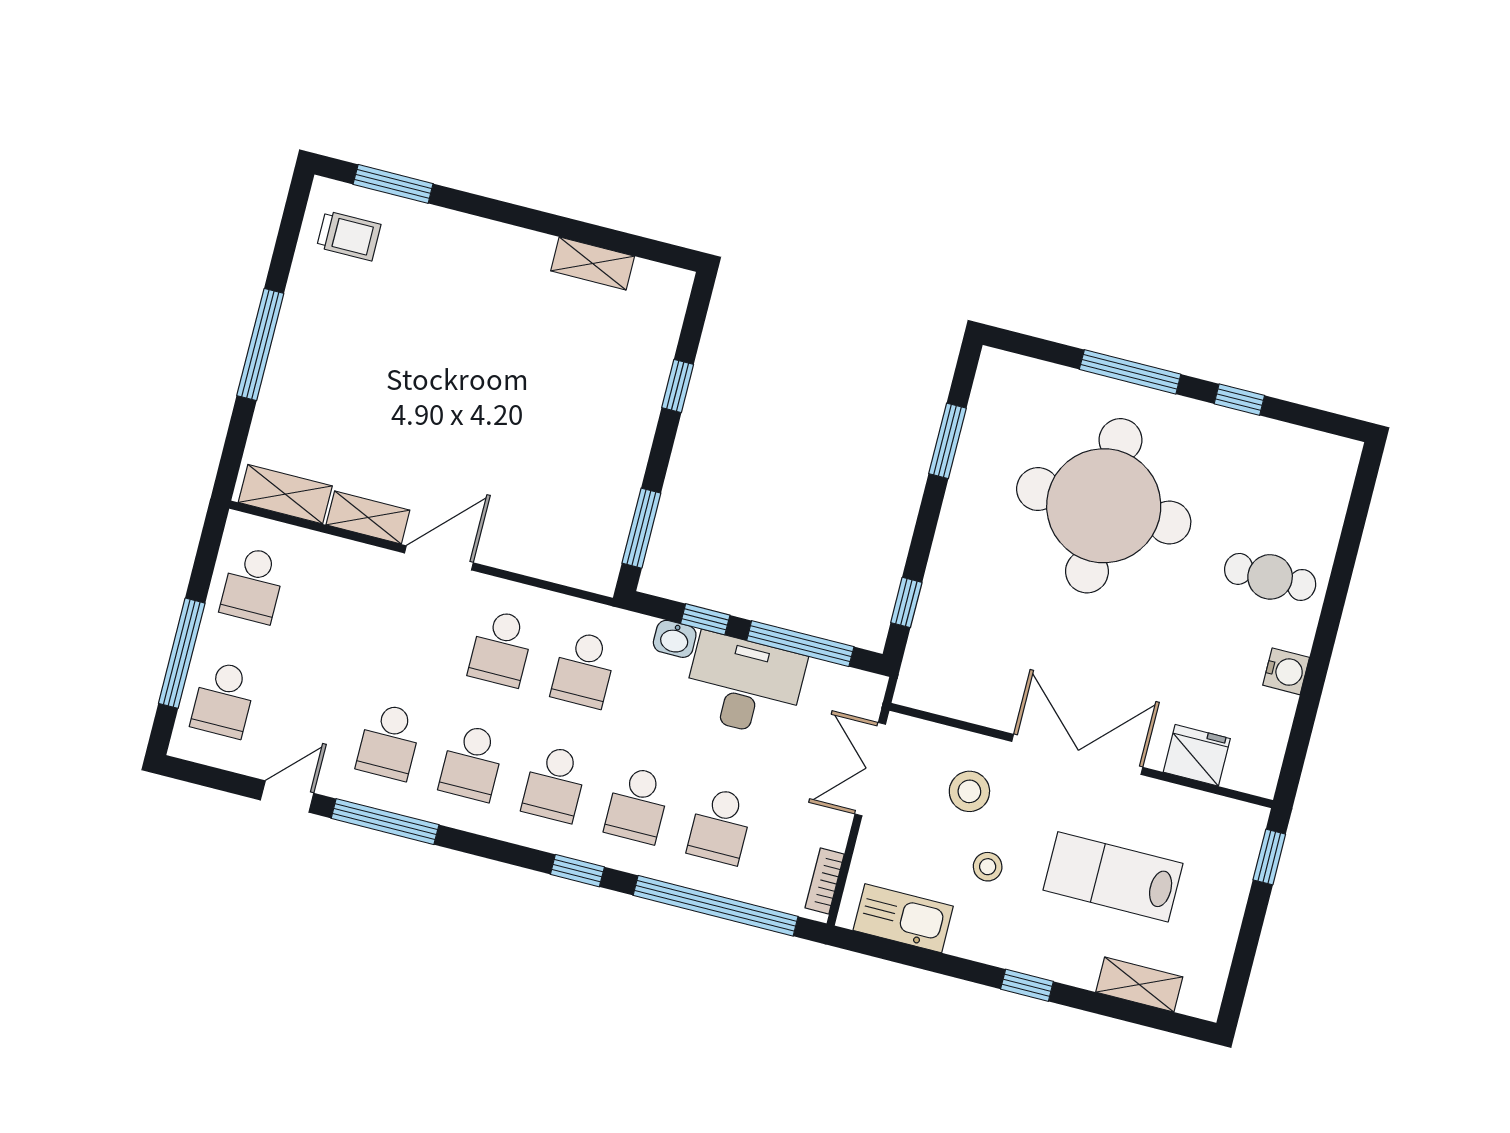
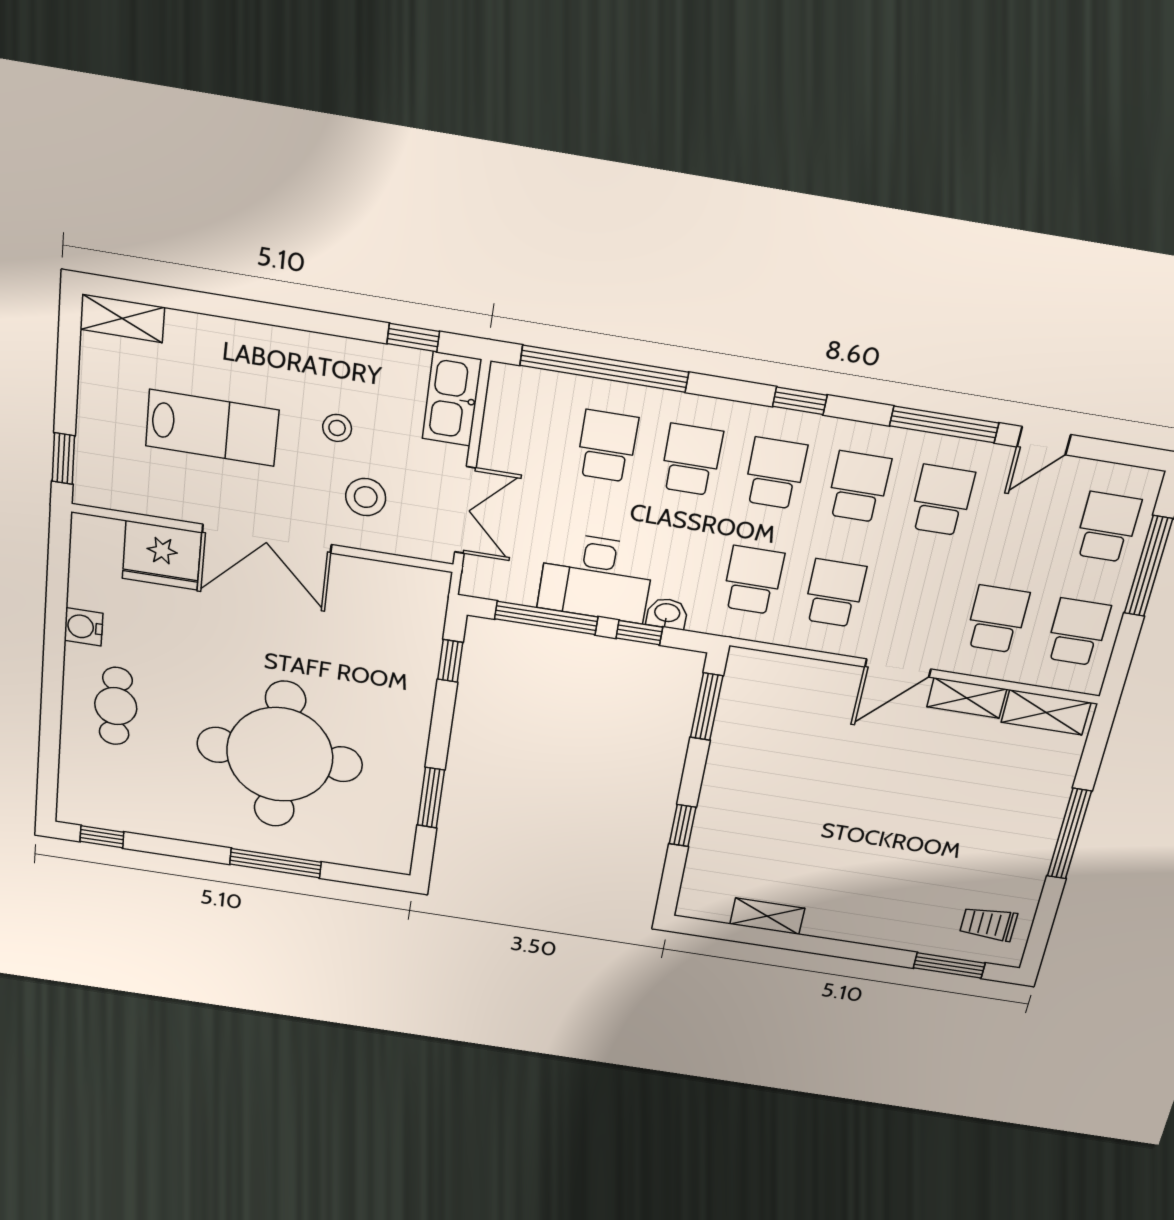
window: (1239, 400) -> (102, 837), moved
cafe table: (1270, 577) -> (116, 706), turned 90
school desk: (336, 606) -> (997, 619), added
fridge: (1197, 755) -> (162, 555), width x1.36, depth x1.34
window: (577, 871) -> (800, 401), moved
bookcase: (825, 881) -> (497, 402), removed
kitchen sink: (903, 918) -> (452, 399), moved, turned 90
shelving: (1139, 984) -> (122, 318), moved
window: (1027, 985) -> (413, 338), moved

